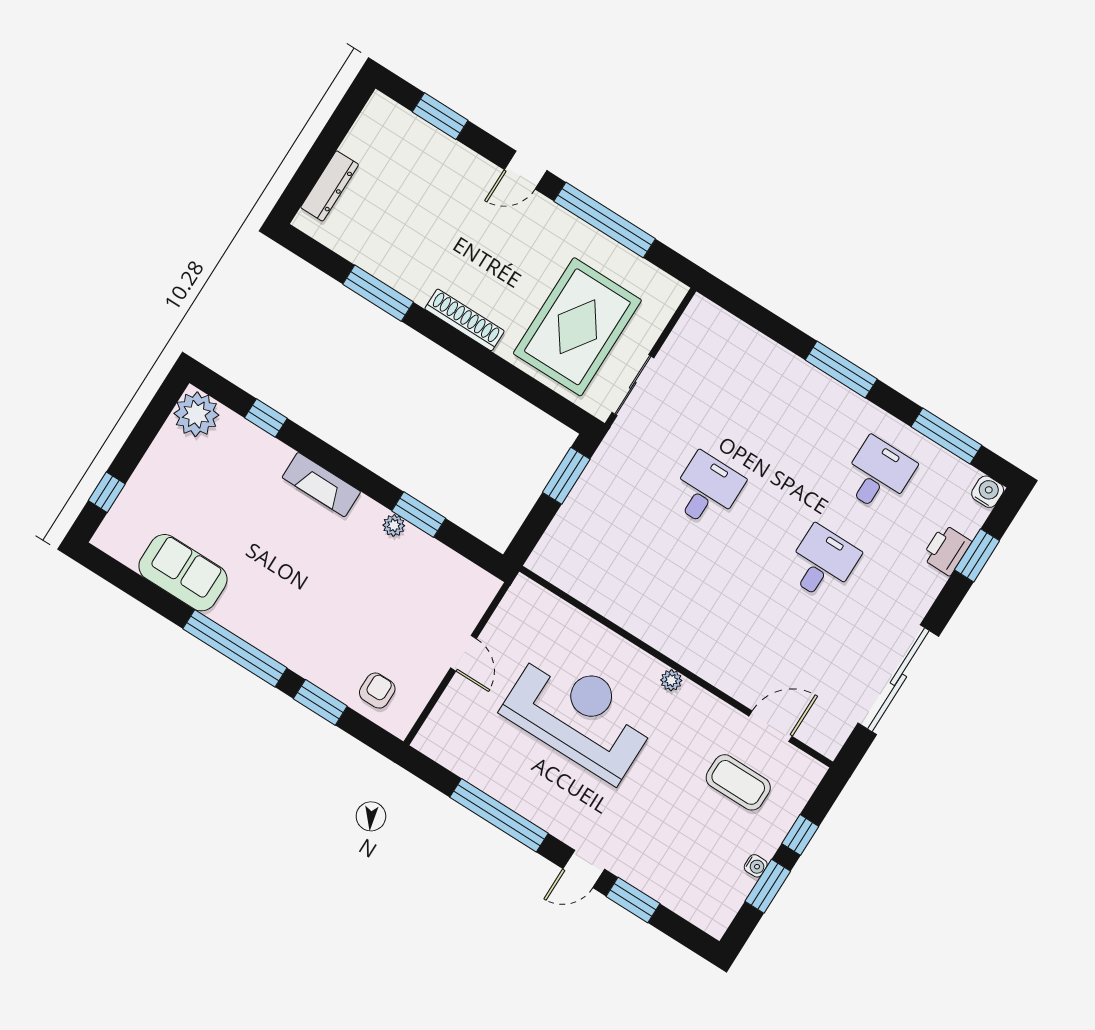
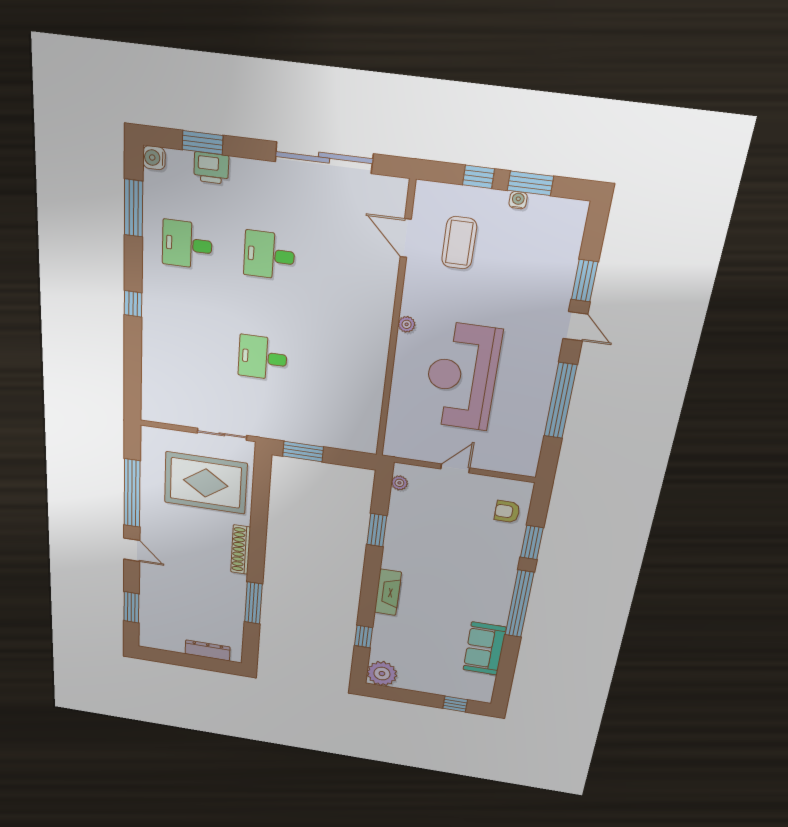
window: (841, 370) -> (133, 304), width x0.46
plant: (394, 525) -> (399, 483), moved

